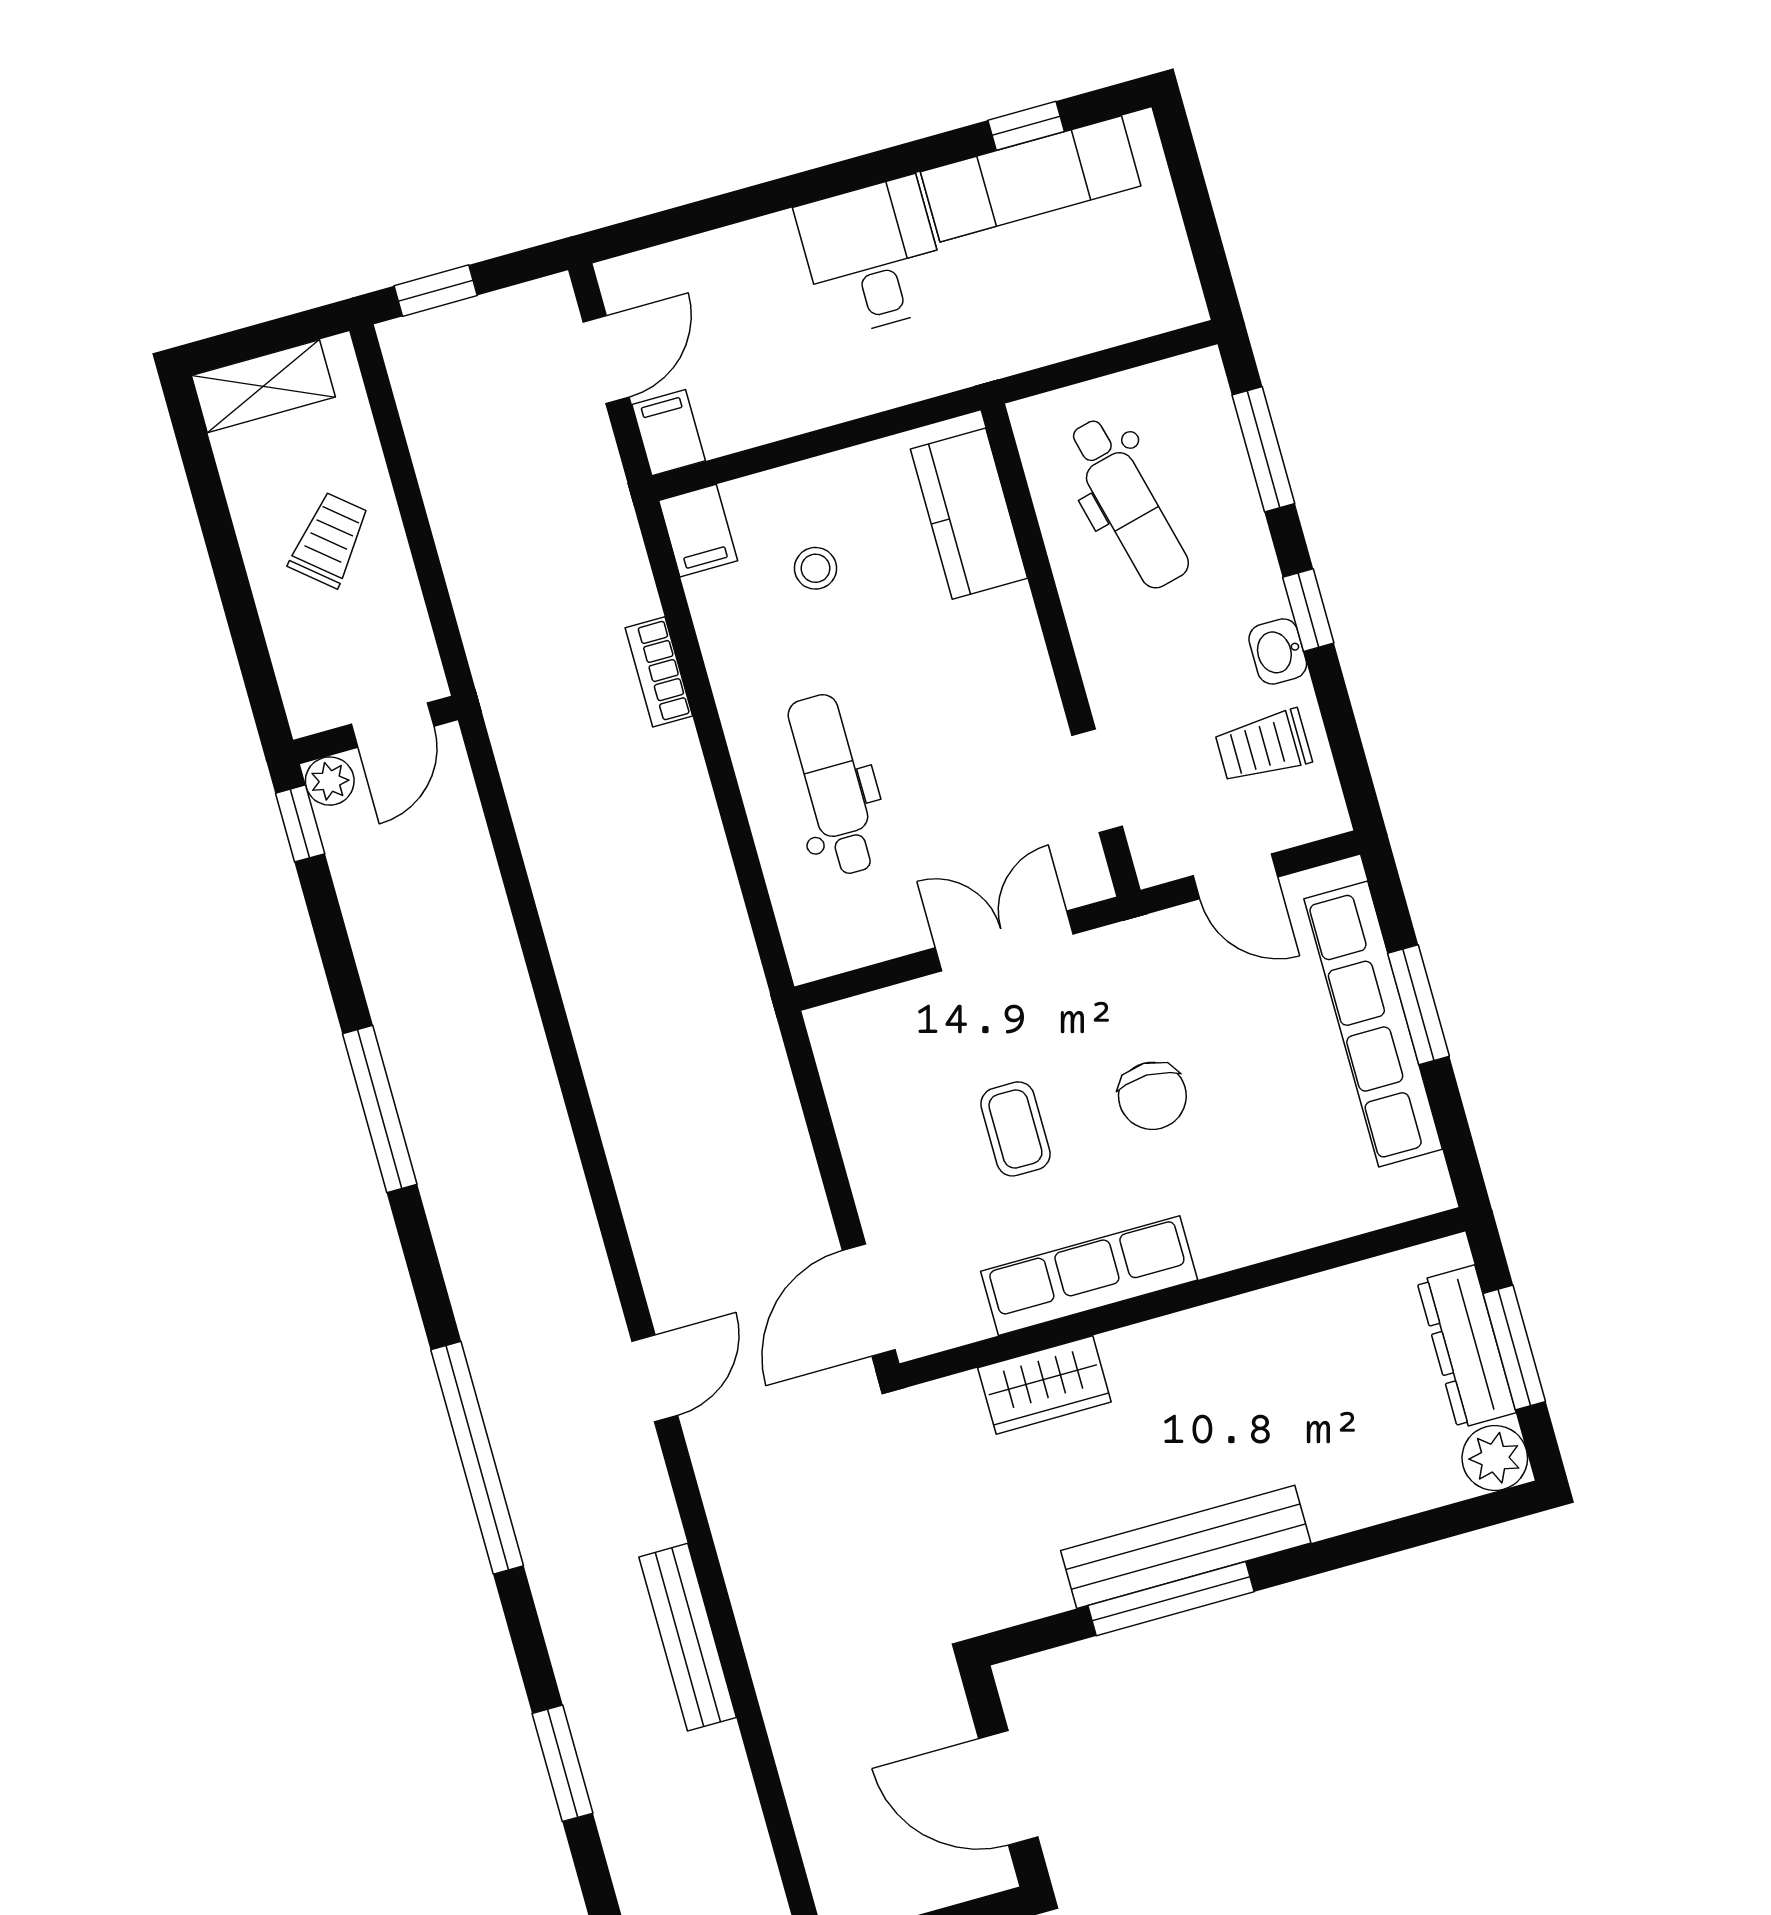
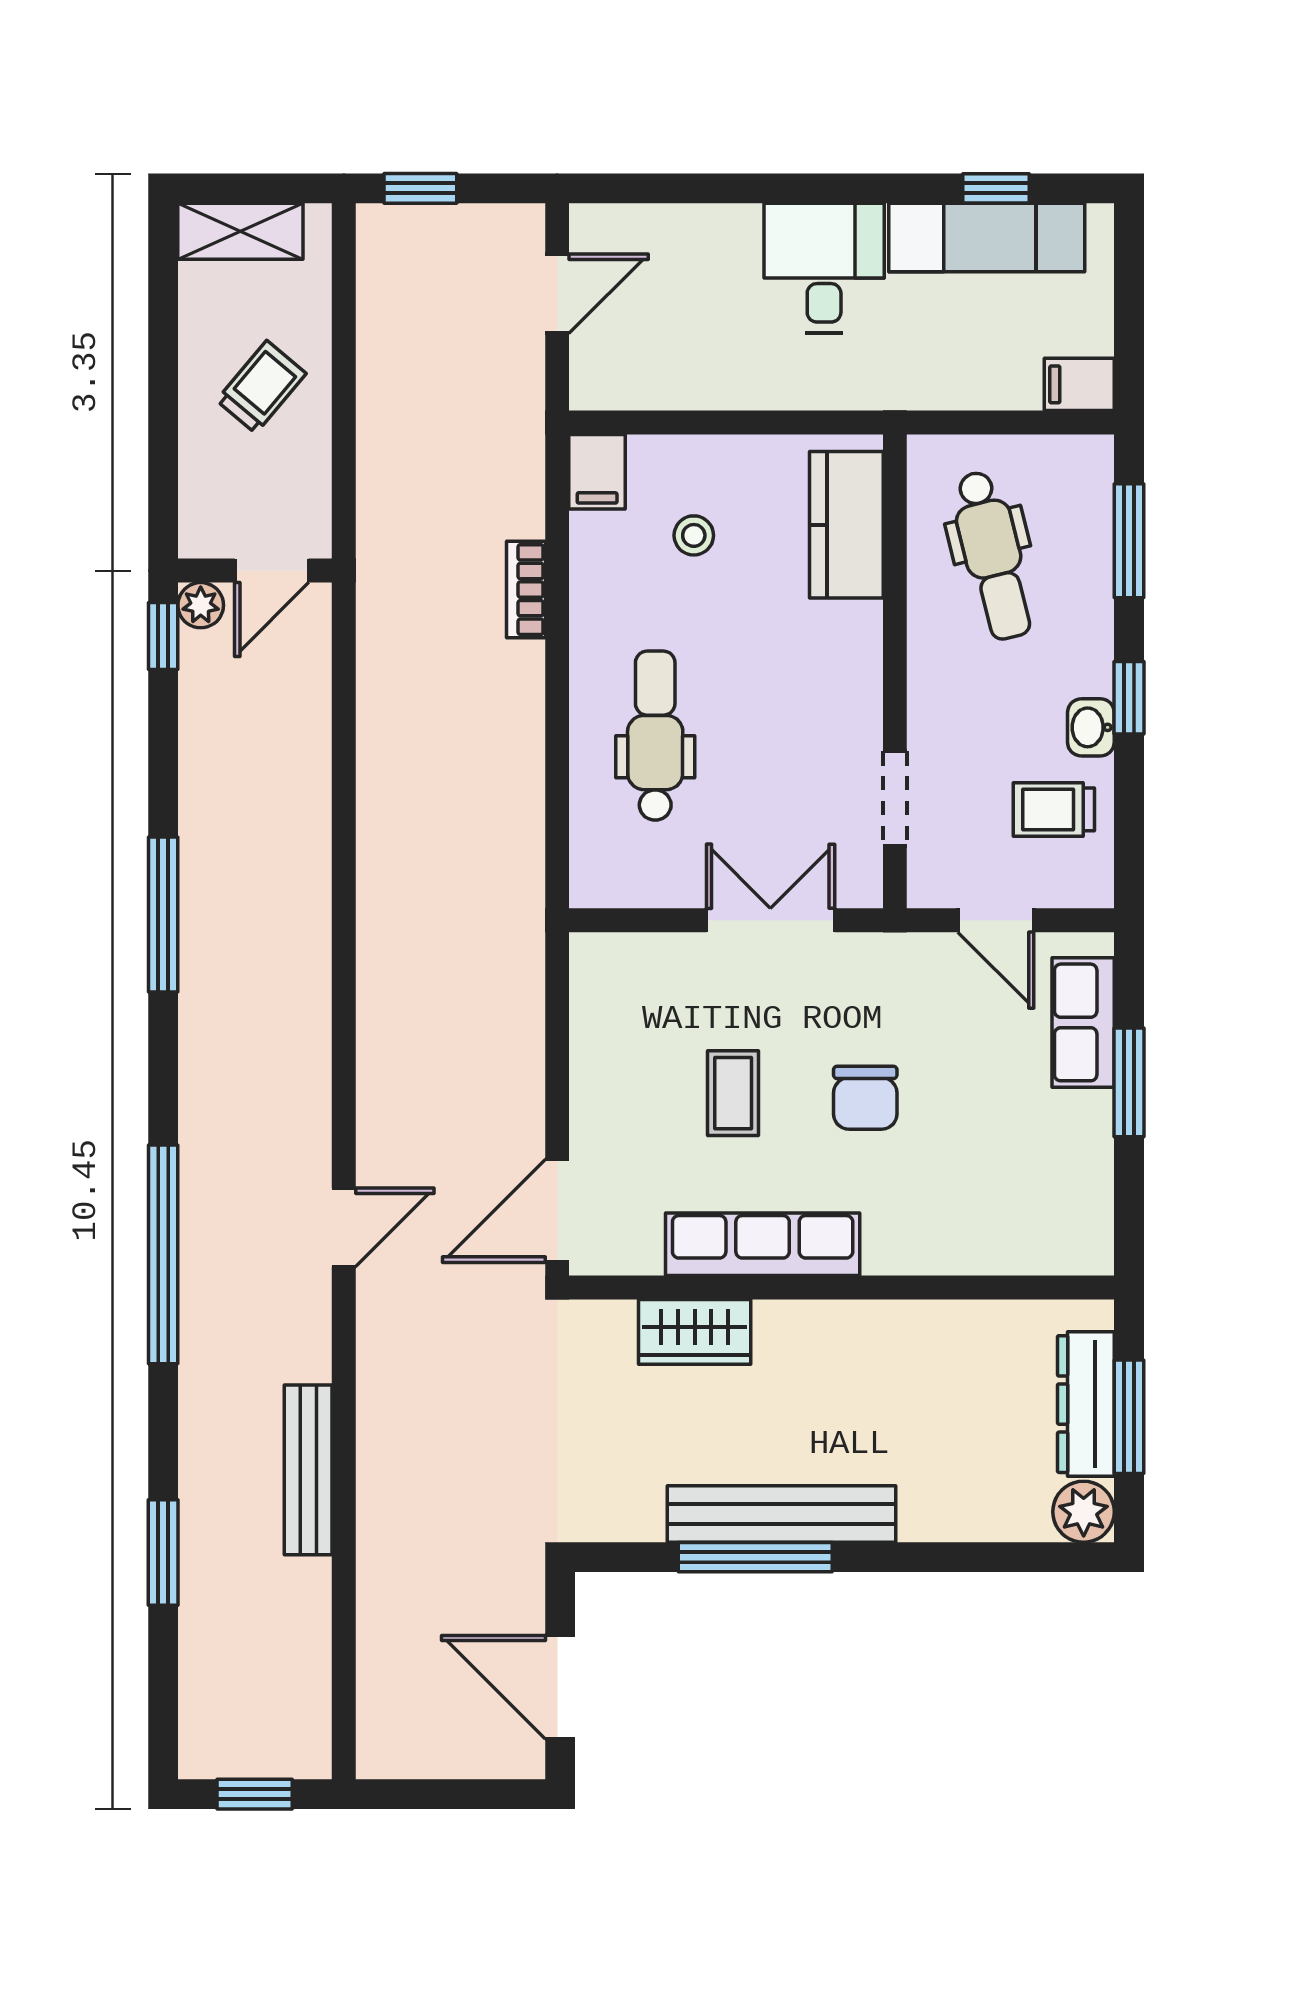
filing cabinet: (669, 433) -> (1079, 384), moved, turned -90
row of seats: (1373, 1024) -> (1083, 1022), width x0.50

